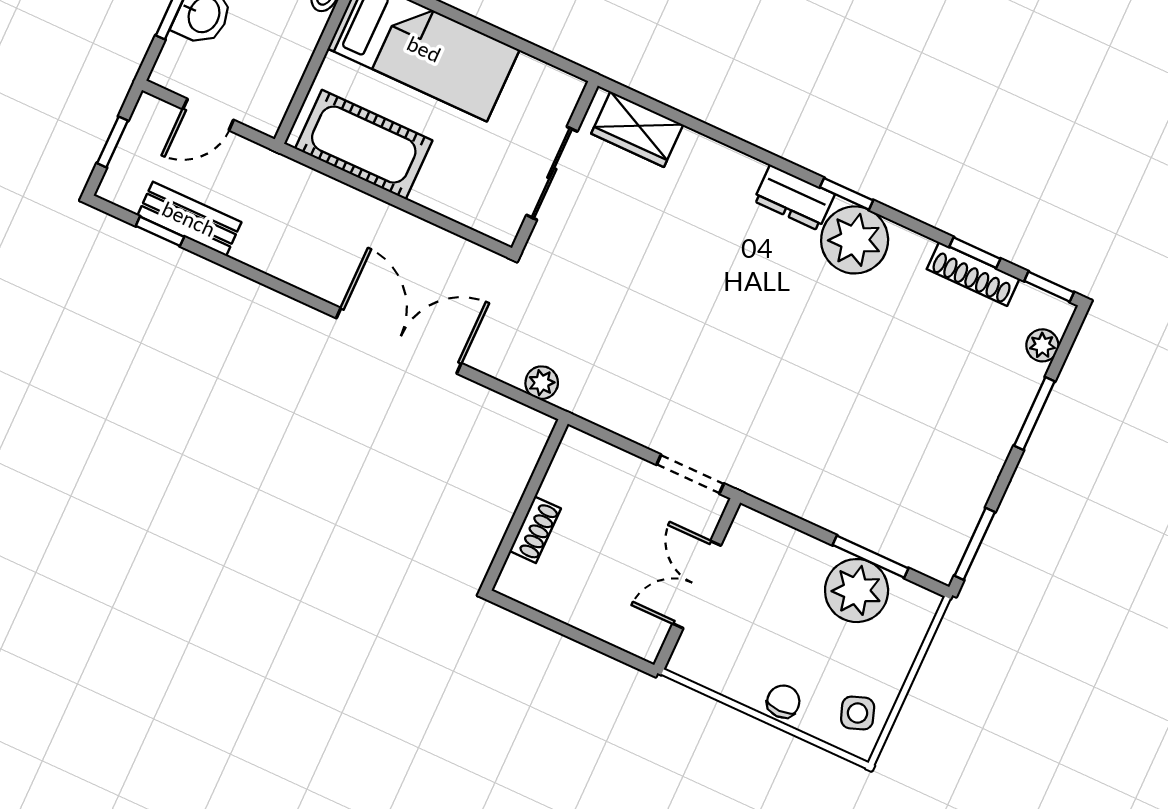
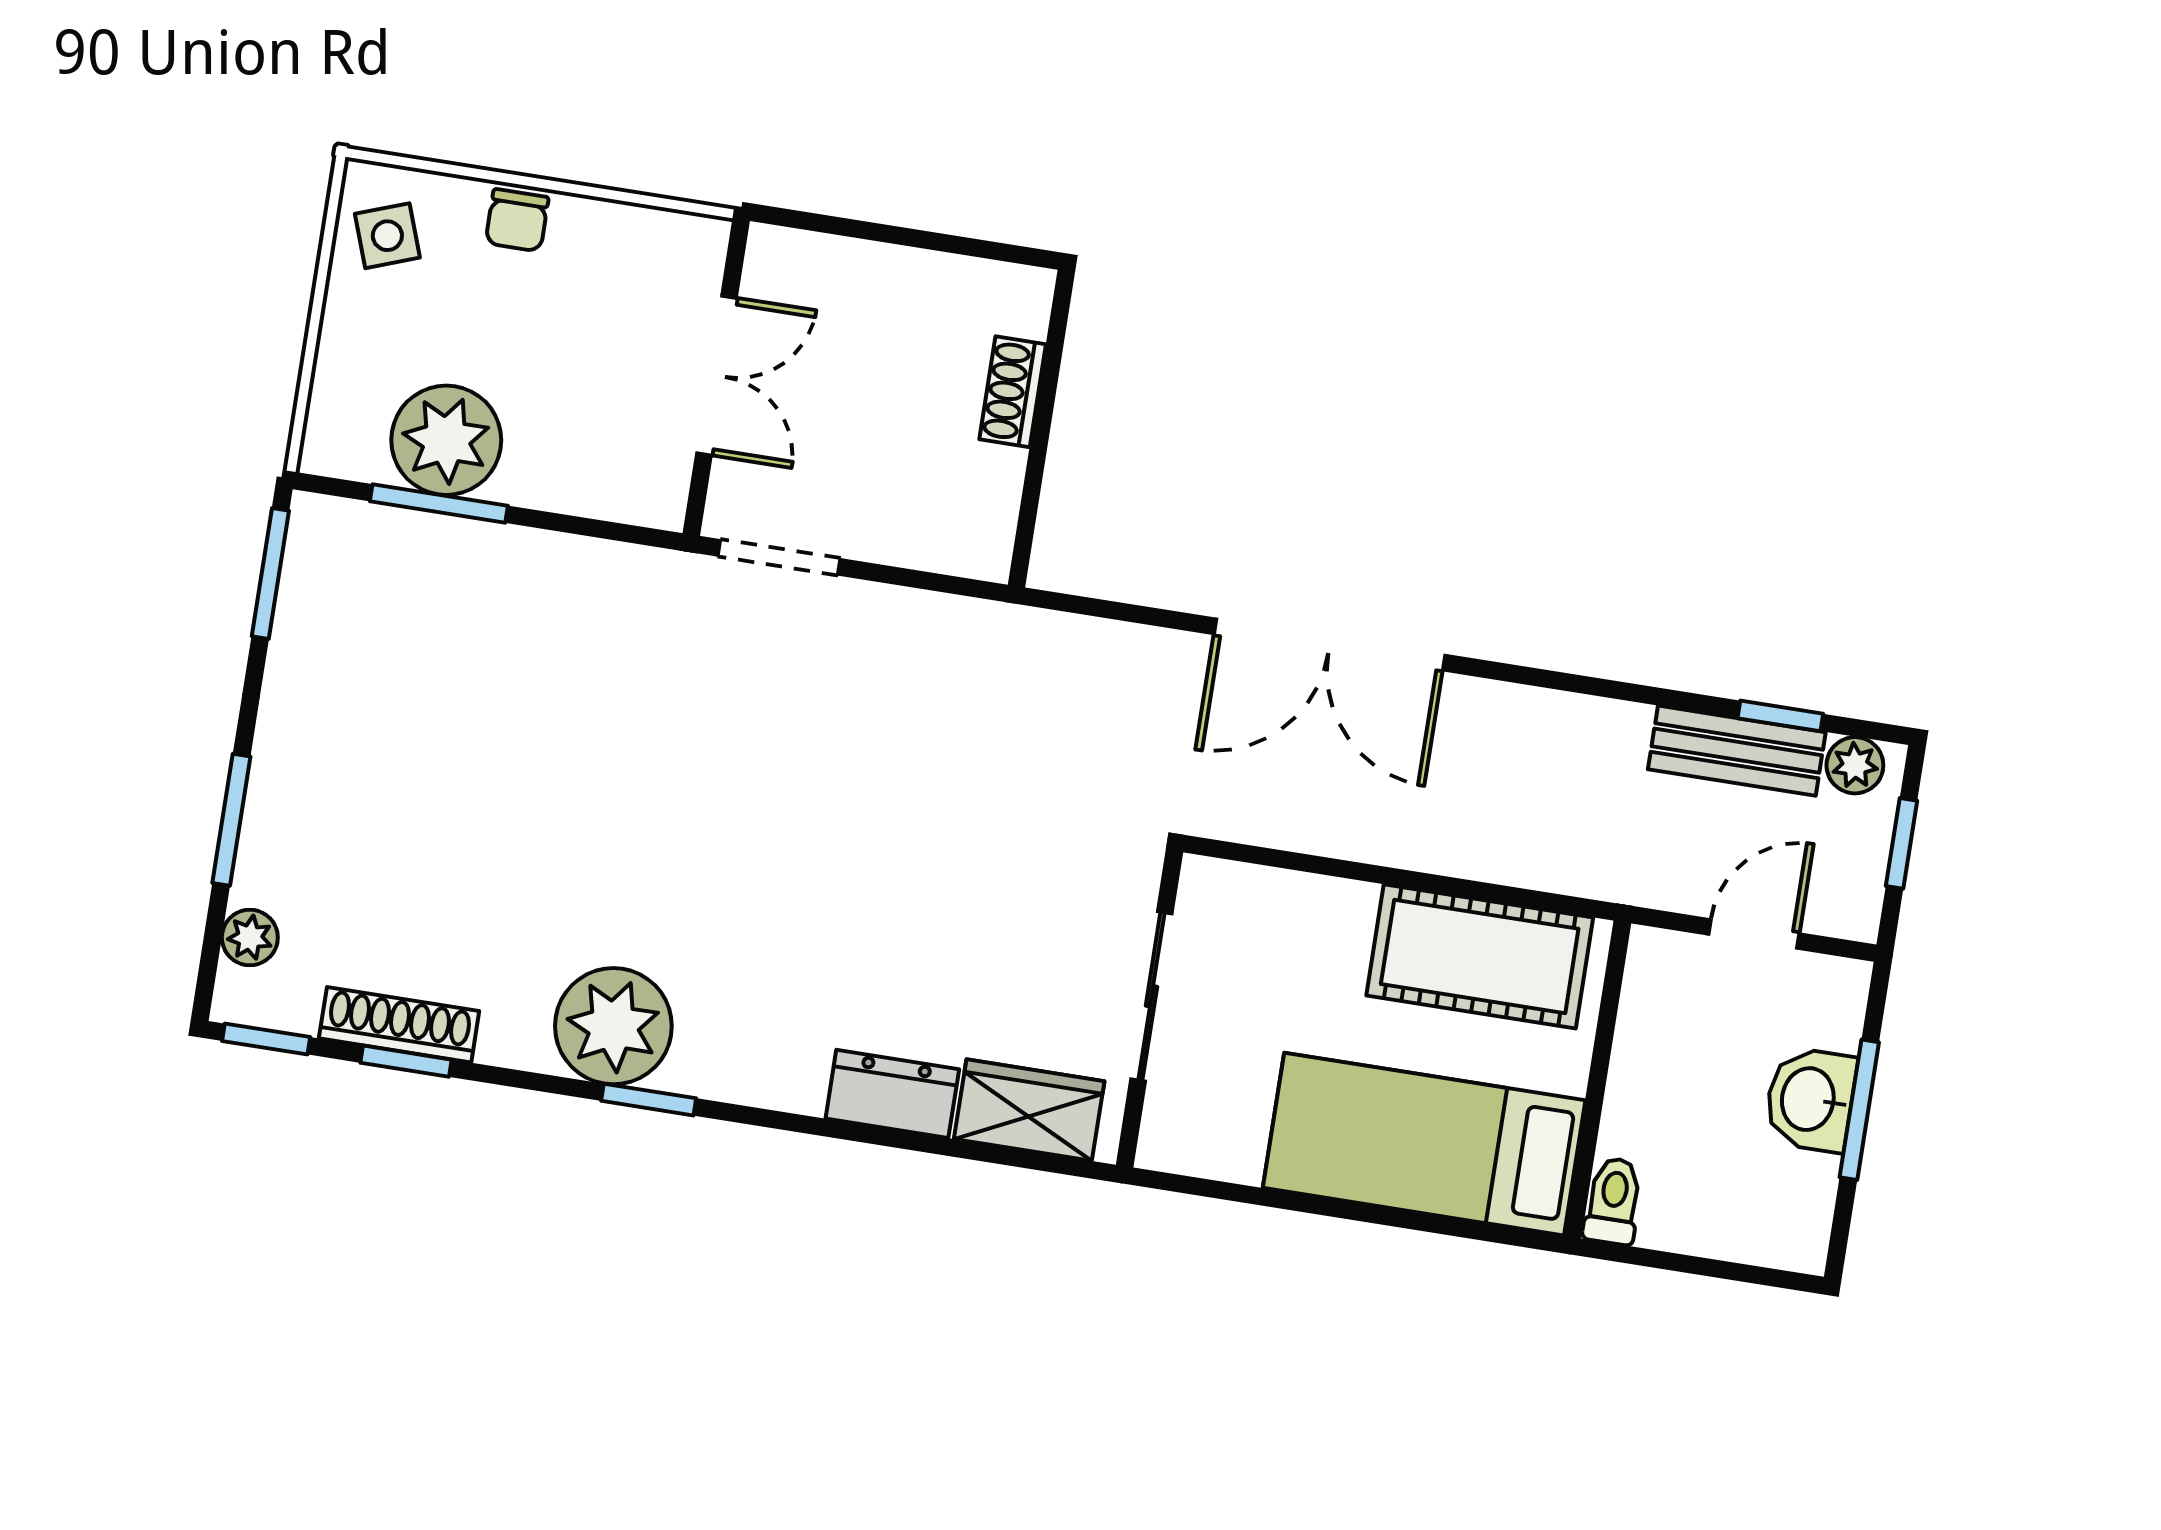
dresser: (794, 198) -> (892, 1094), moved
plant: (542, 383) -> (1855, 765), moved

